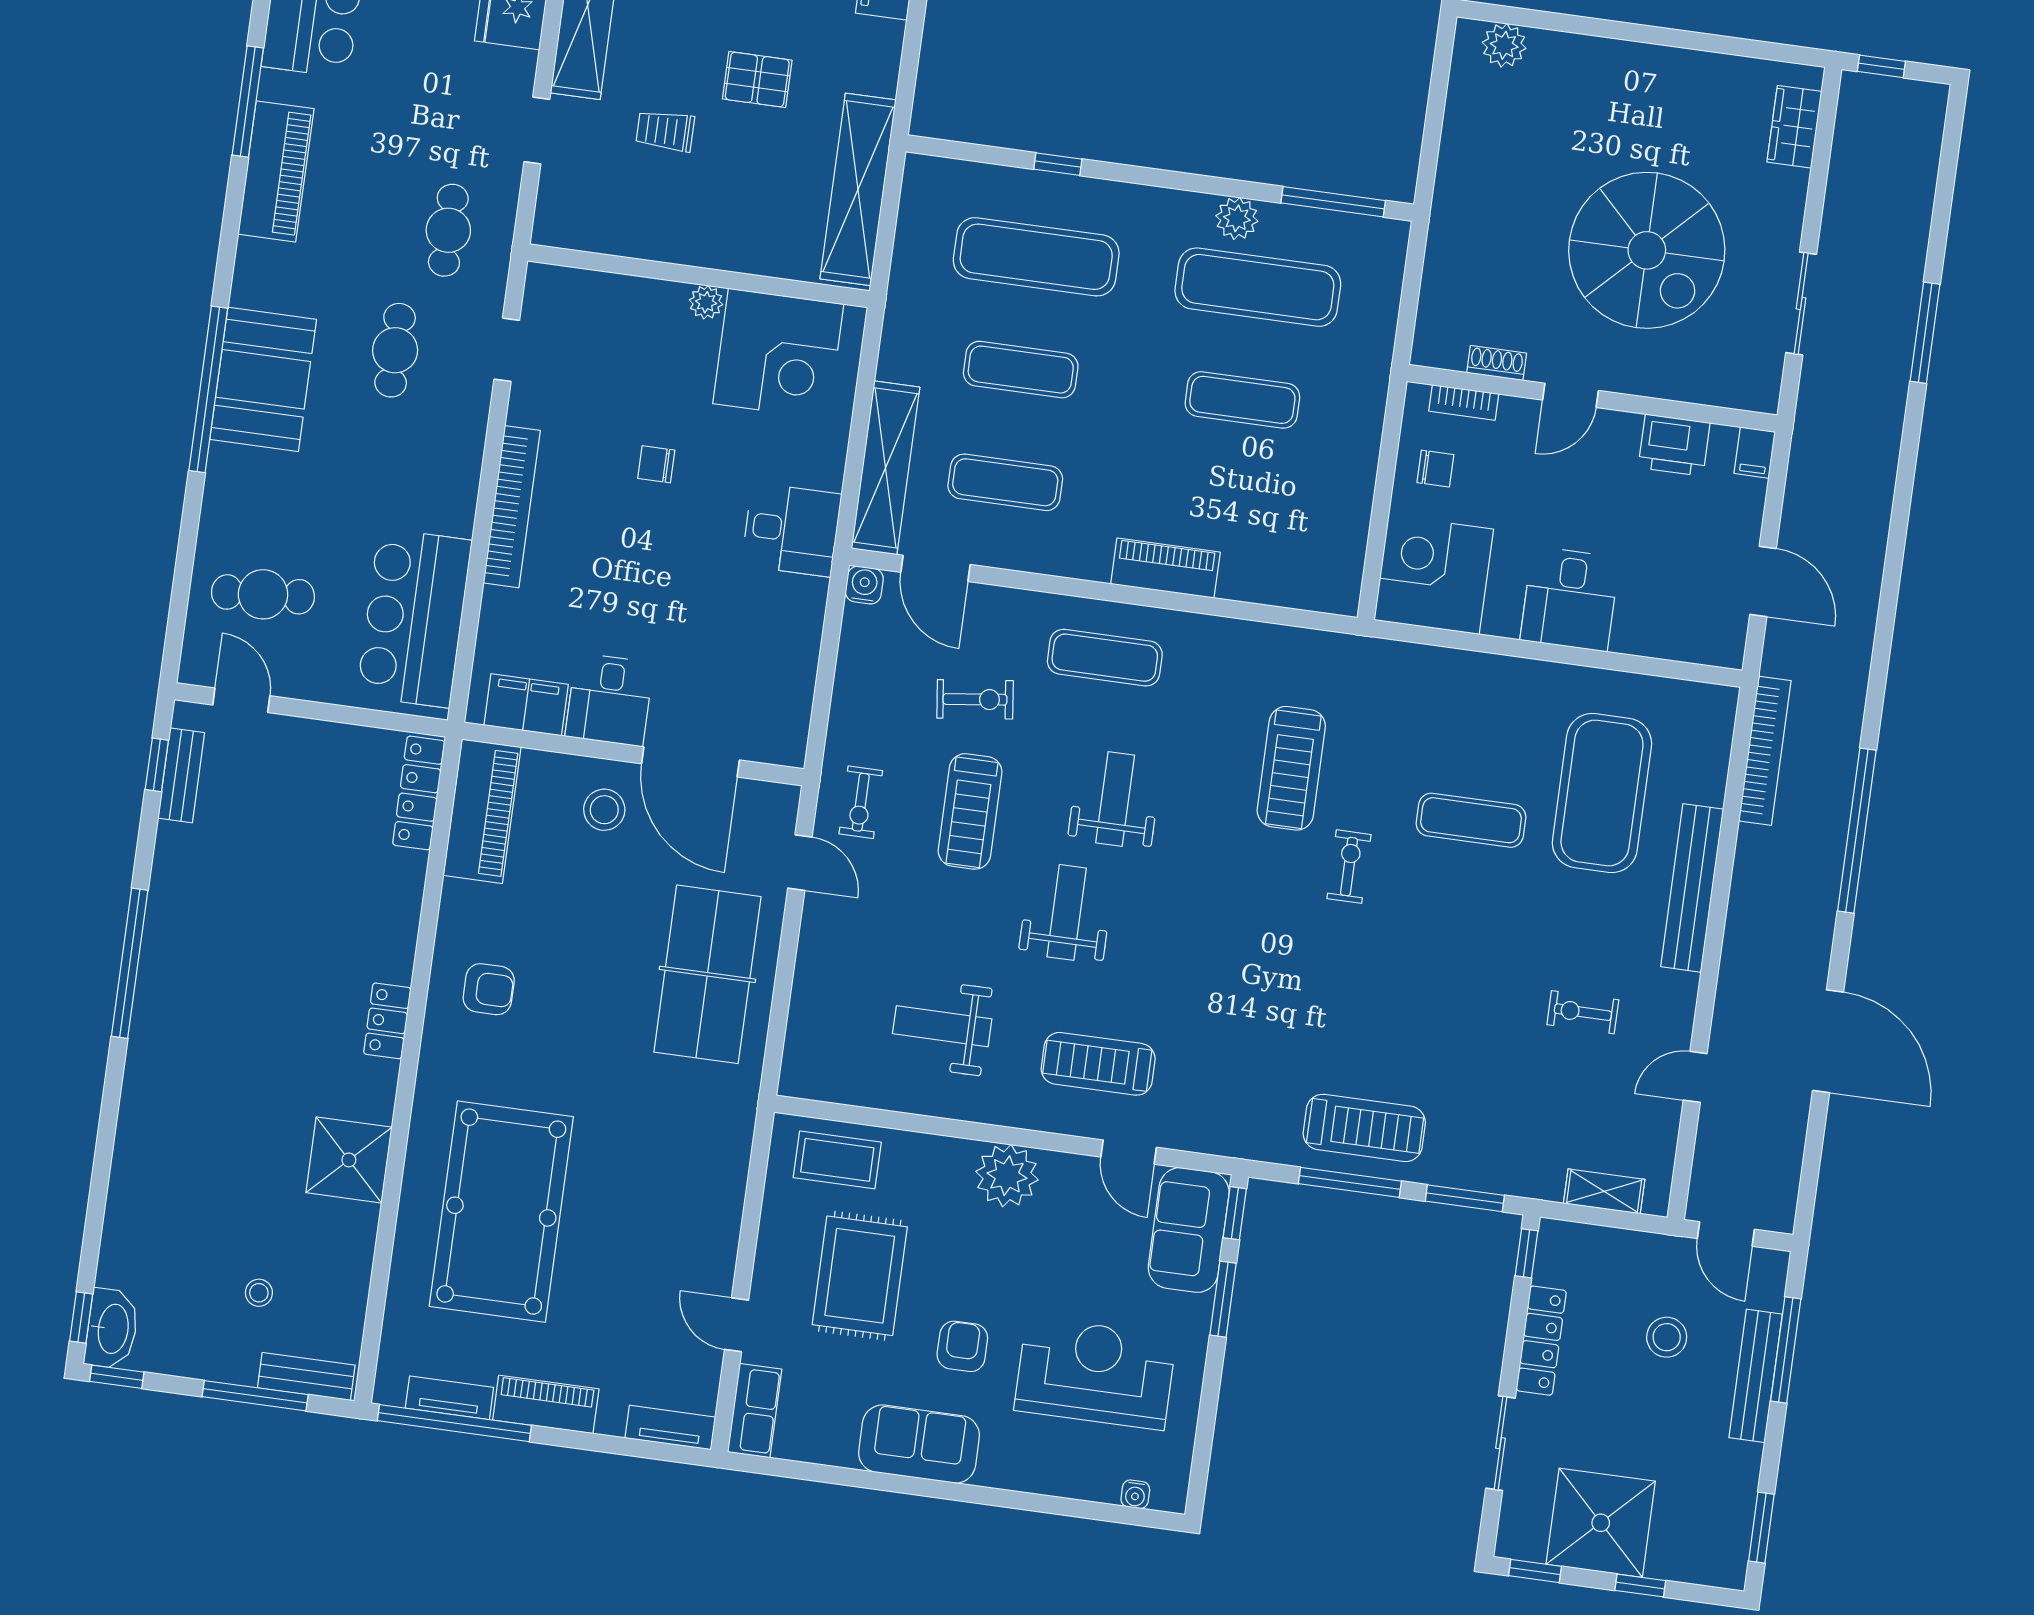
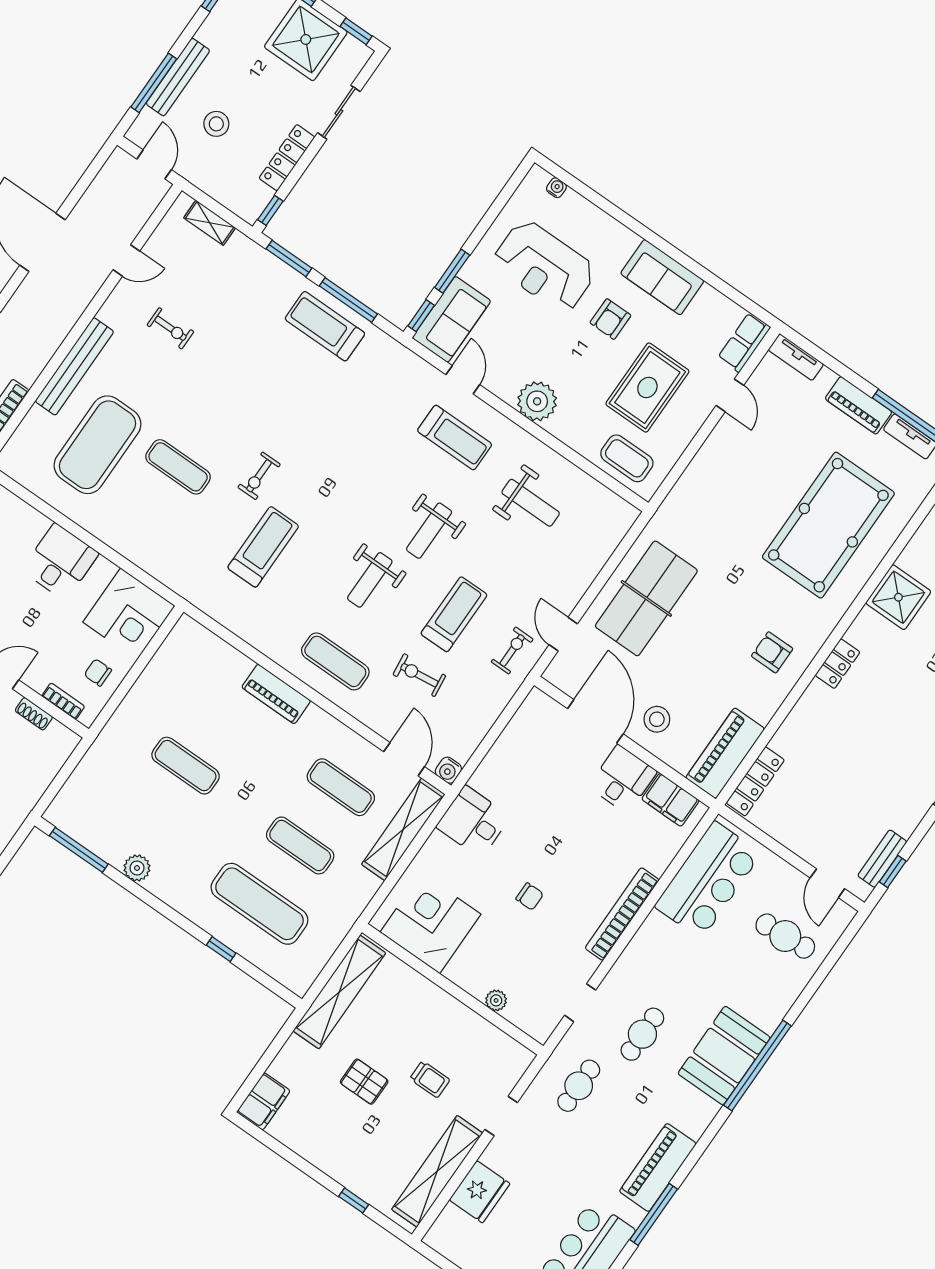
exercise mat: (1258, 287) -> (145, 824), removed
plant: (706, 302) -> (496, 1000), moved

